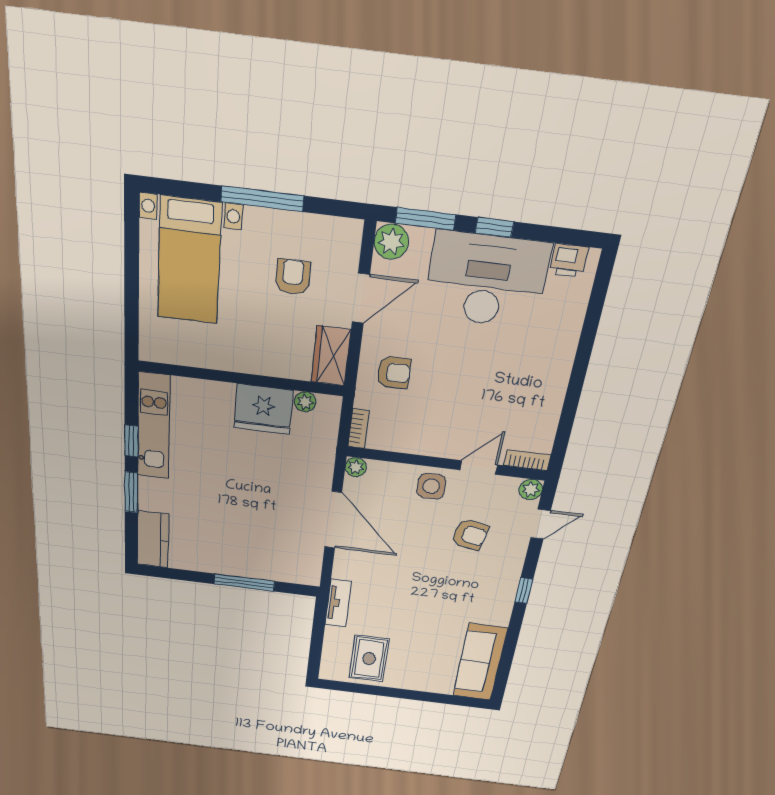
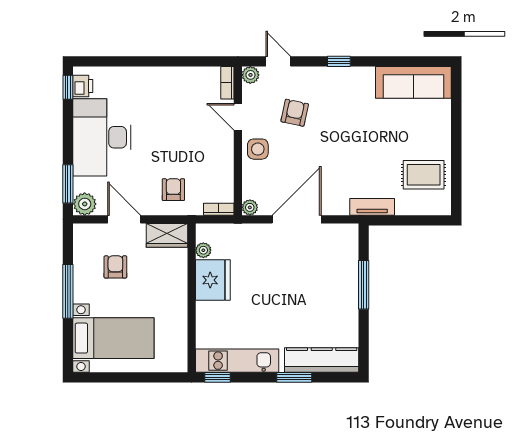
window: (494, 227) -> (68, 87), moved
armchair: (293, 277) -> (115, 267), turned 90
window: (131, 441) -> (217, 377), moved
kitchen counter: (153, 540) -> (322, 360), width x1.50

